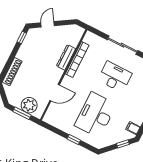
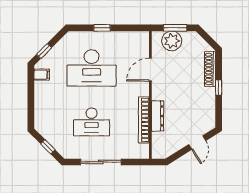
window: (22, 38) -> (219, 87), moved
desk: (95, 115) -> (92, 68), turned 90

